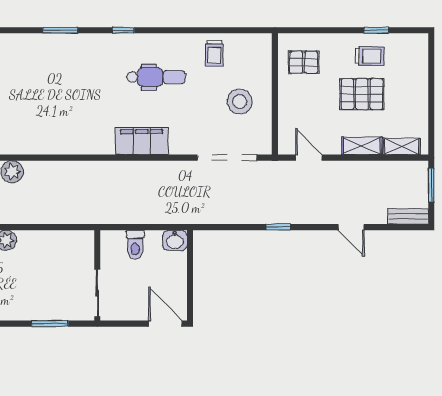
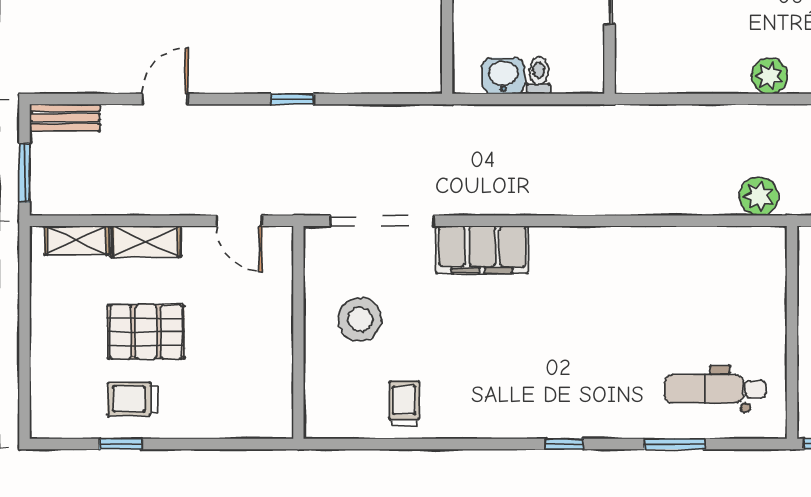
pallet: (304, 62) -> (248, 388), removed
dental chair: (156, 77) -> (715, 389), moved
filing cabinet: (142, 141) -> (482, 250), moved
door: (351, 227) -> (165, 99), hinge flipped
washbasin: (175, 240) -> (503, 76), moved
toilet: (135, 245) -> (539, 75), width x0.73, depth x0.72

